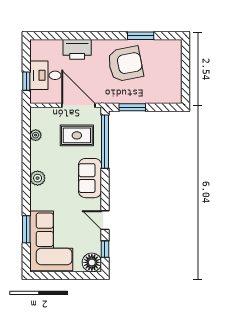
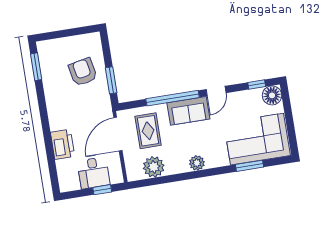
window: (141, 36) -> (36, 67), moved
armchair: (125, 64) -> (83, 72), moved, width x0.73, depth x0.73
plant: (36, 135) -> (154, 167), width x1.88, depth x1.88
window: (105, 142) -> (173, 98), moved
door: (105, 220) -> (216, 91), moved

